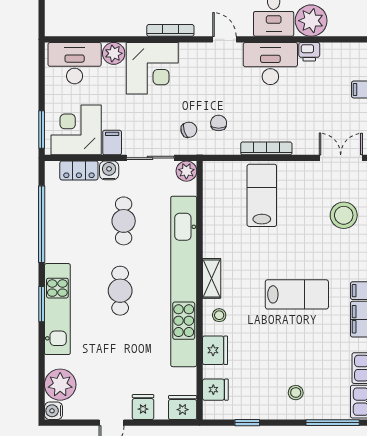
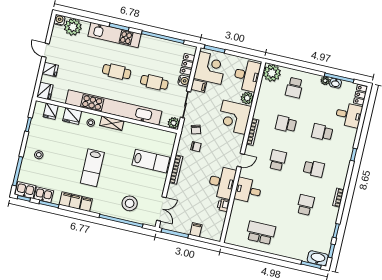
plant: (311, 21) -> (272, 73), moved

